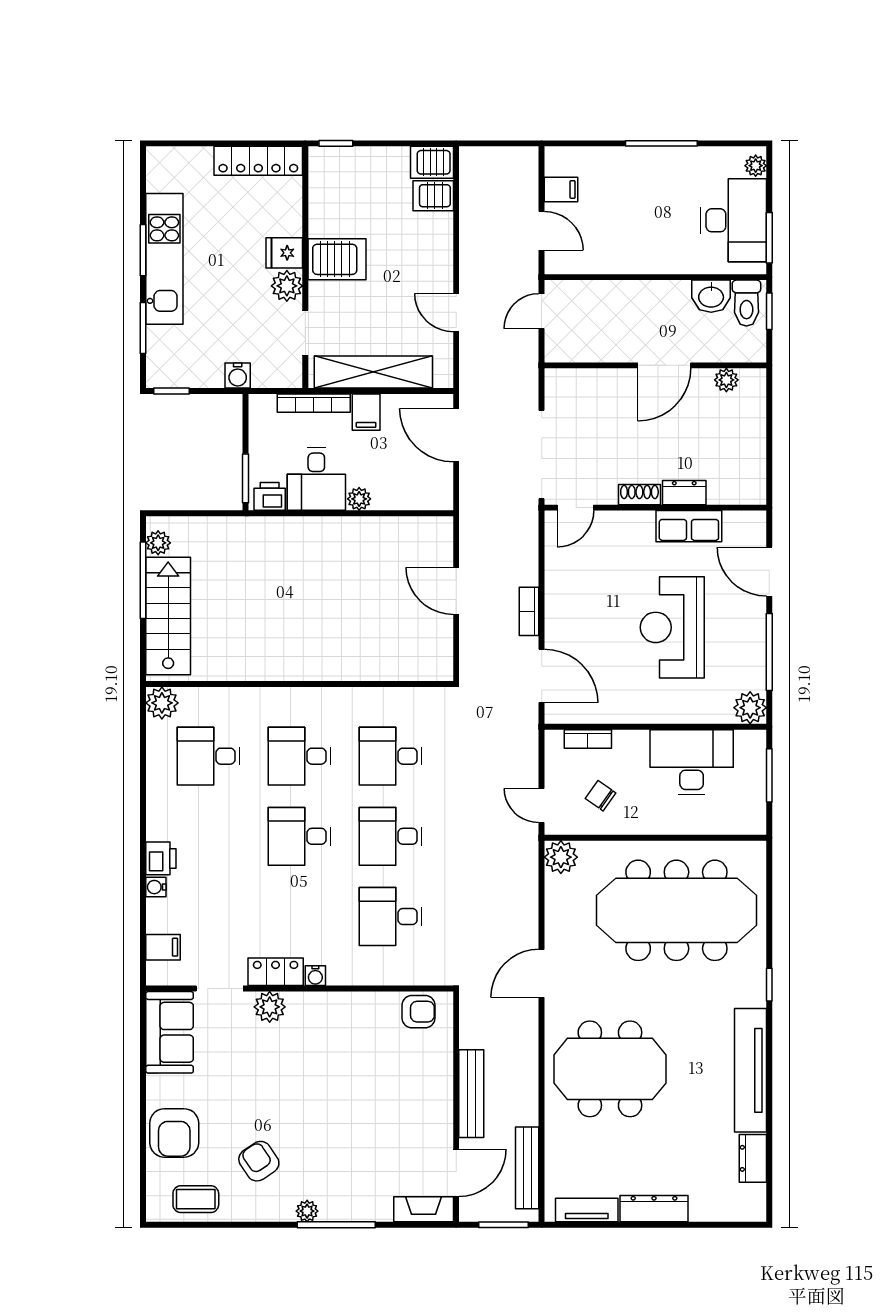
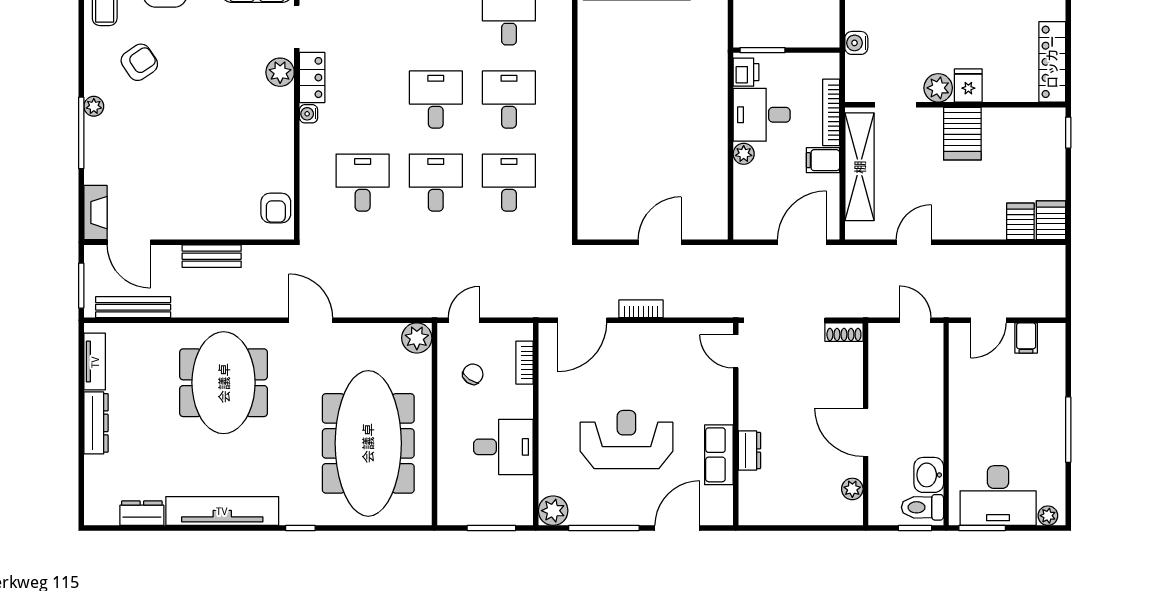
shoe rack: (639, 495) -> (844, 332), moved, turned 90
desk: (692, 762) -> (503, 447), width x0.73
bench: (471, 1094) -> (212, 256), width x0.73

